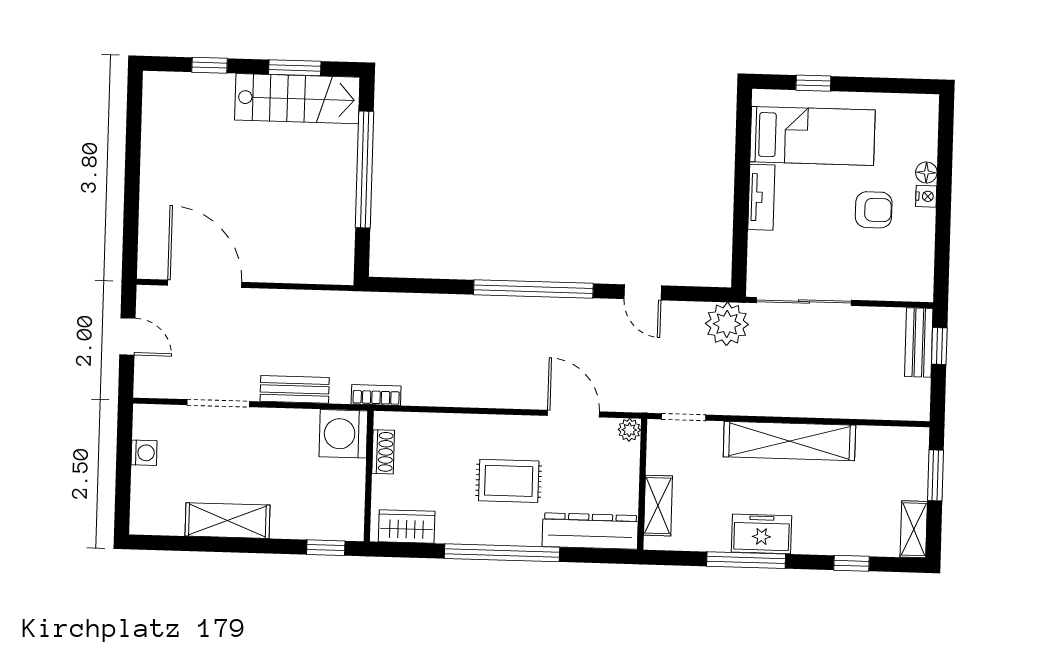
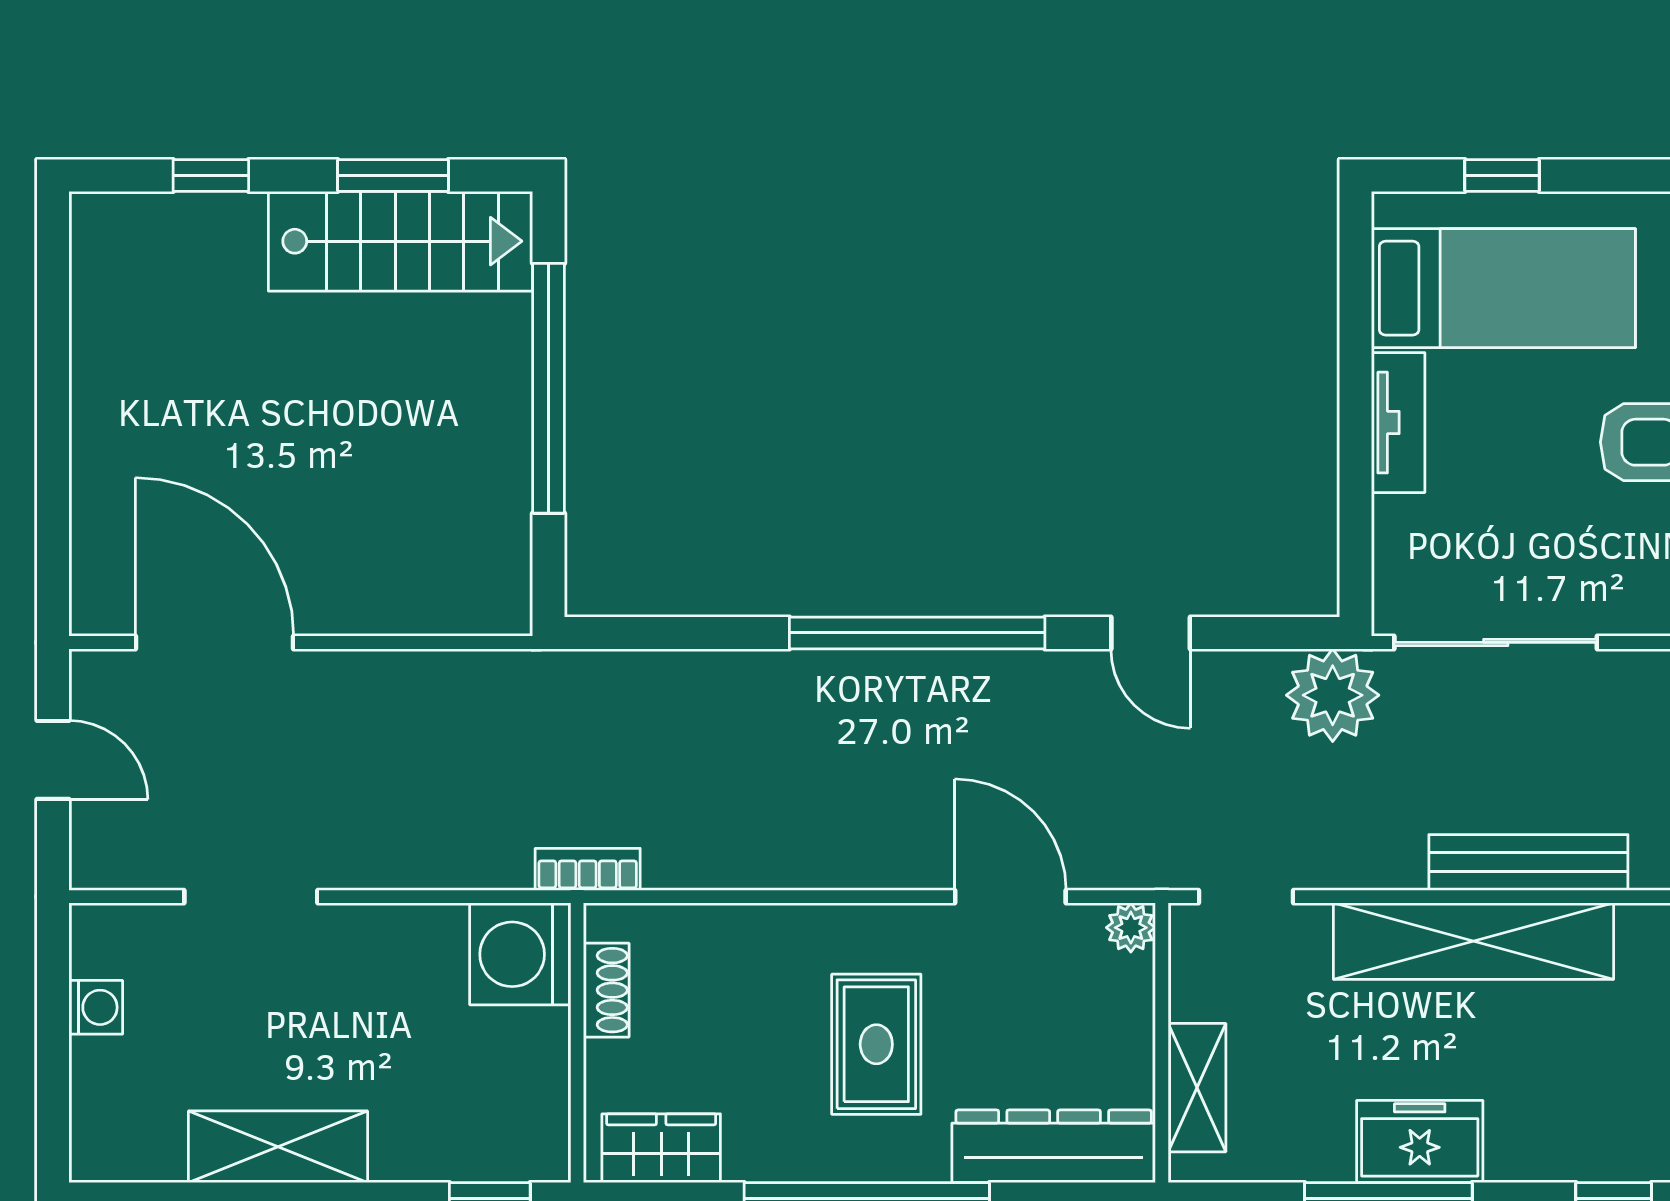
bench: (295, 389) -> (1528, 862), moved, width x1.36
rug: (509, 481) -> (876, 1044), turned 90

